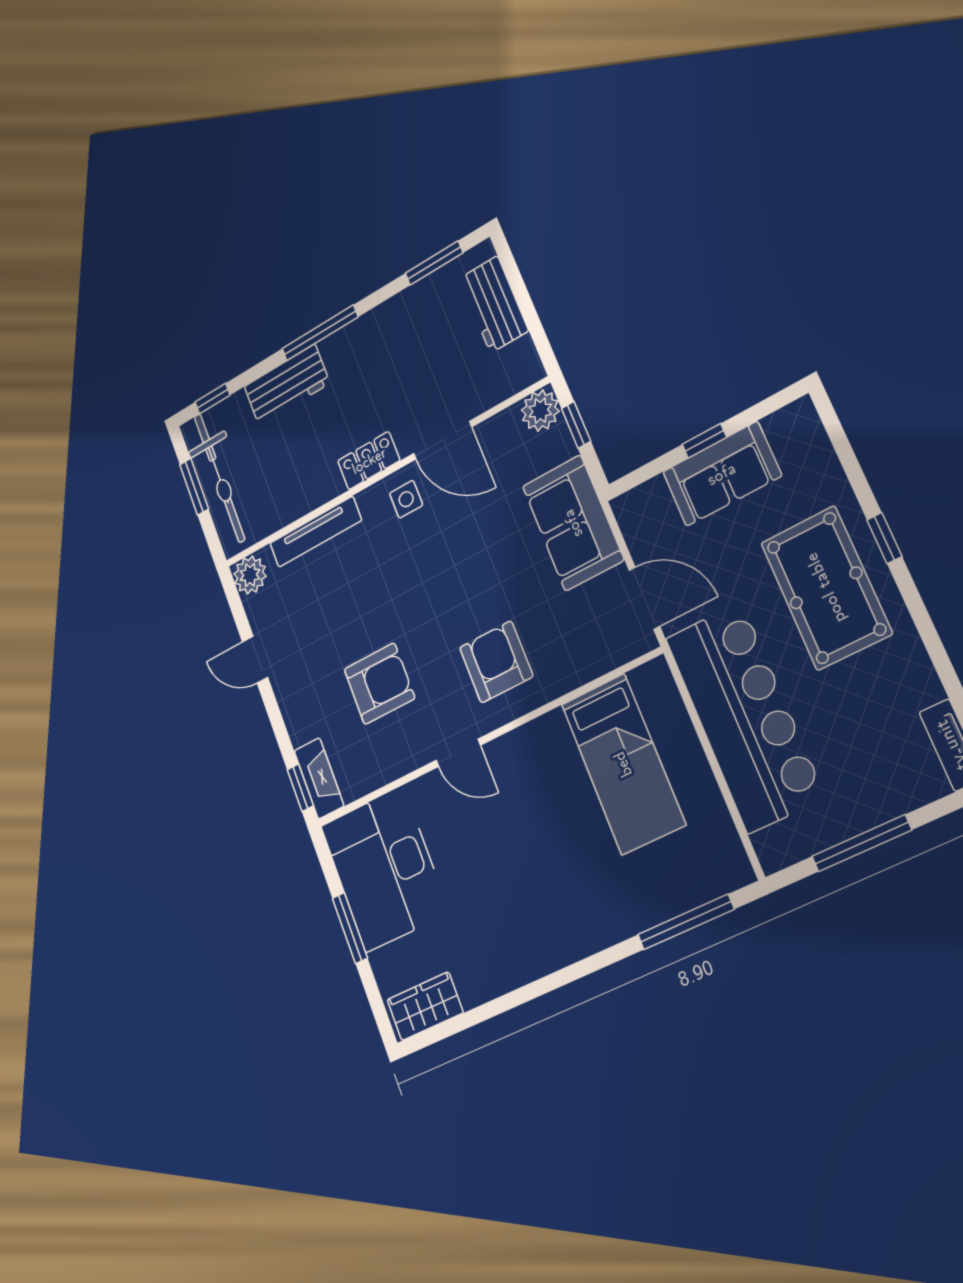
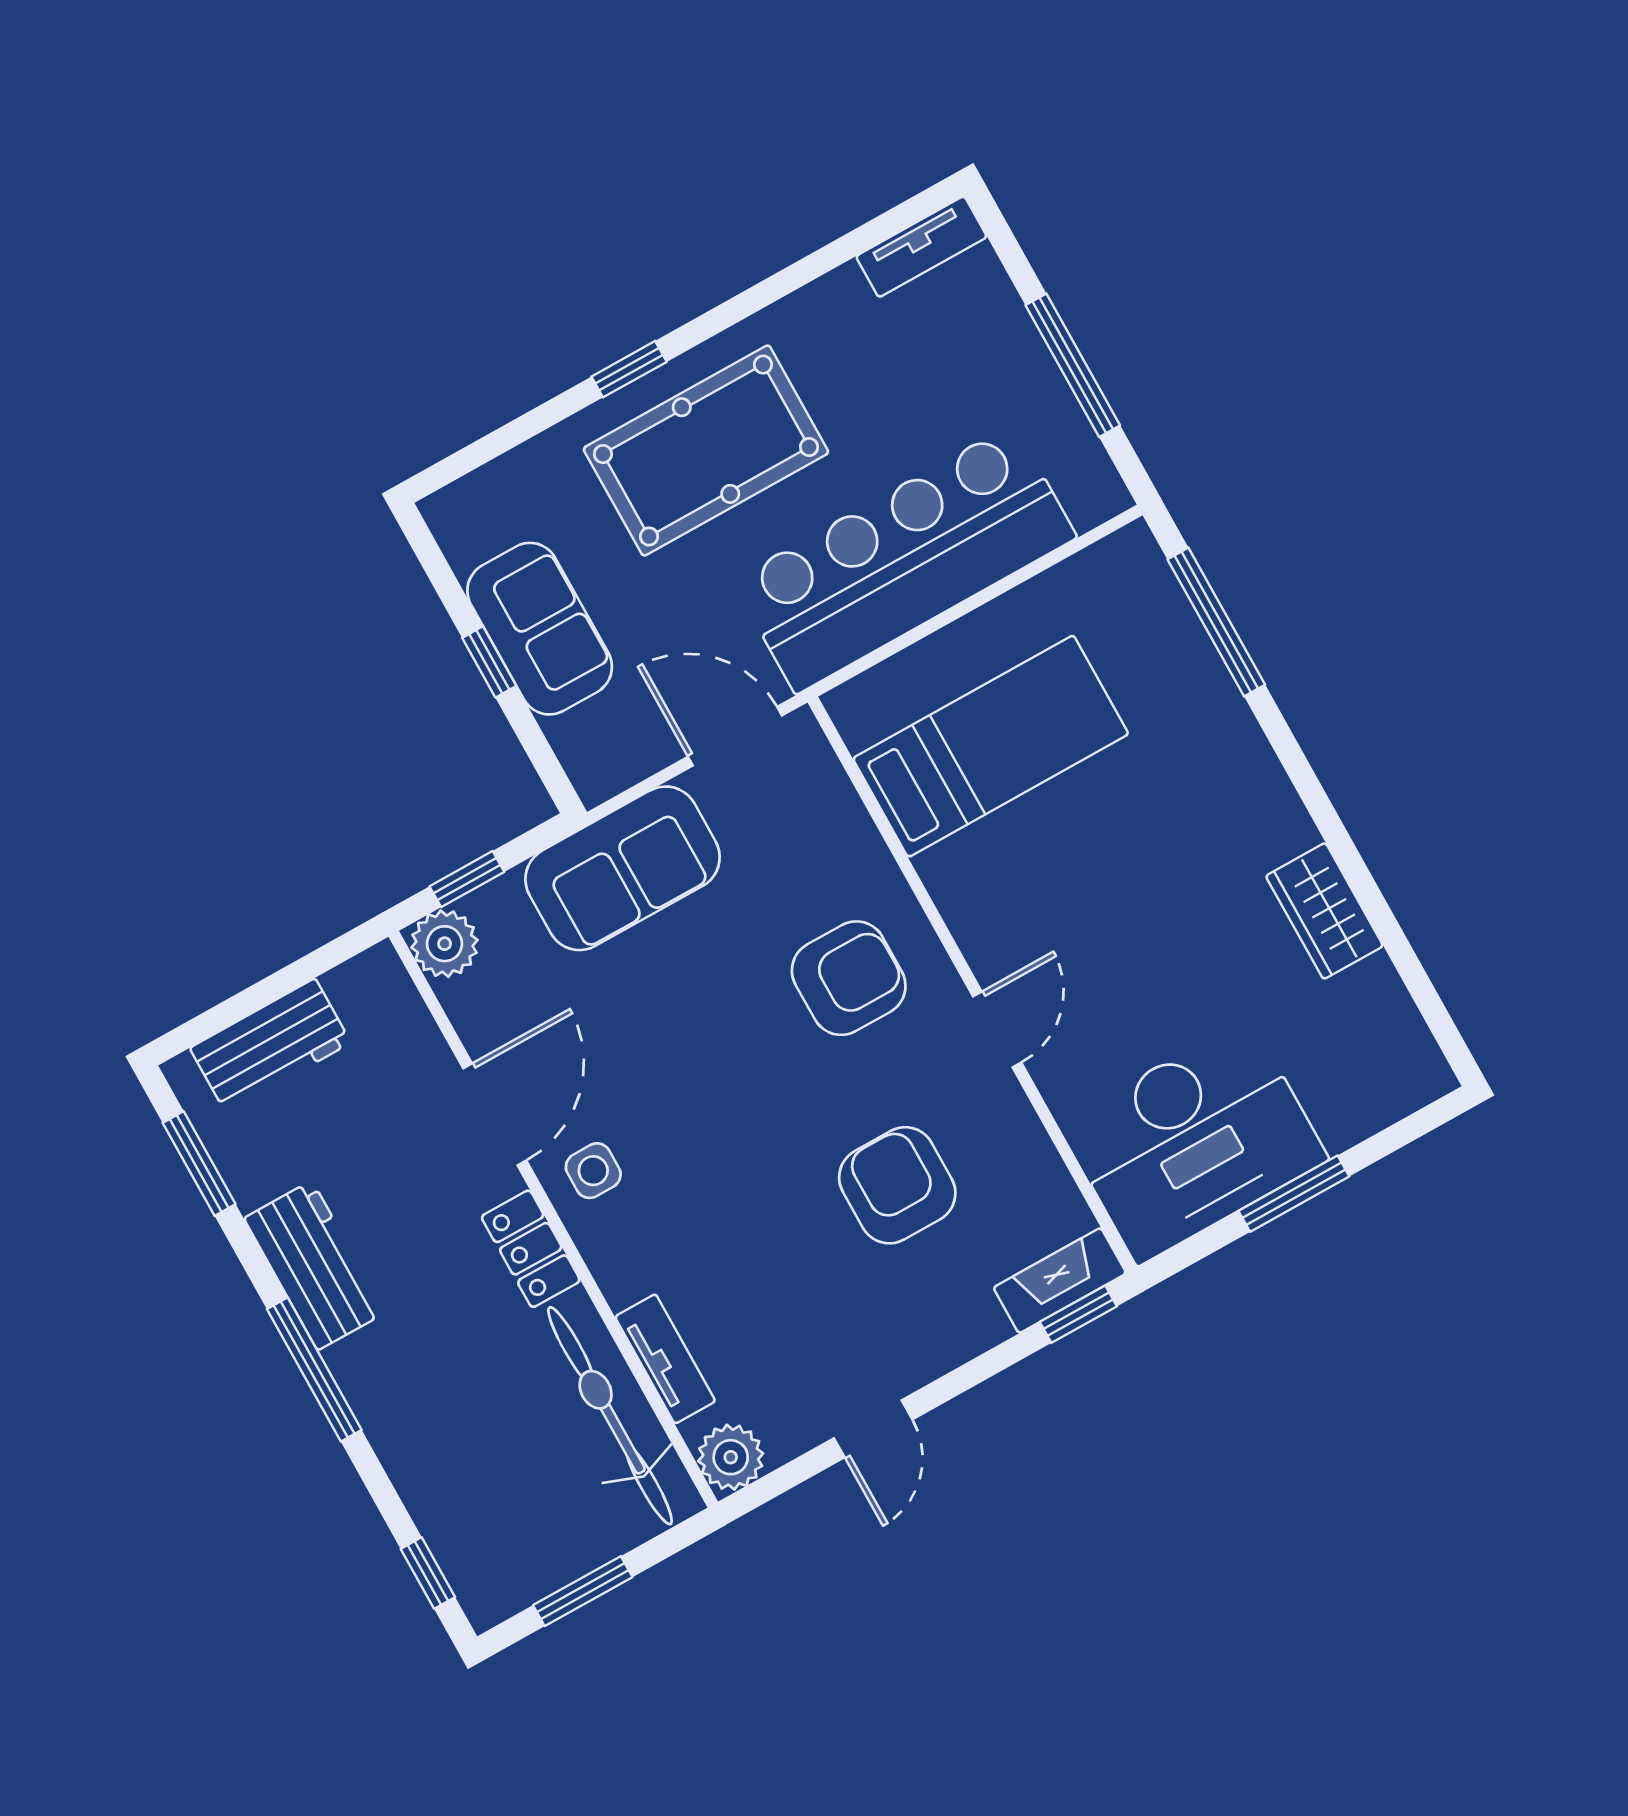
workbench: (287, 385) -> (315, 1265), moved
bicycle: (219, 478) -> (610, 1416), moved, turned -90
tv unit: (316, 532) -> (665, 1359), width x0.71
door: (644, 598) -> (735, 736), hinge flipped
armchair: (496, 662) -> (849, 978), turned 180
wardrobe: (425, 1006) -> (1324, 911), moved

